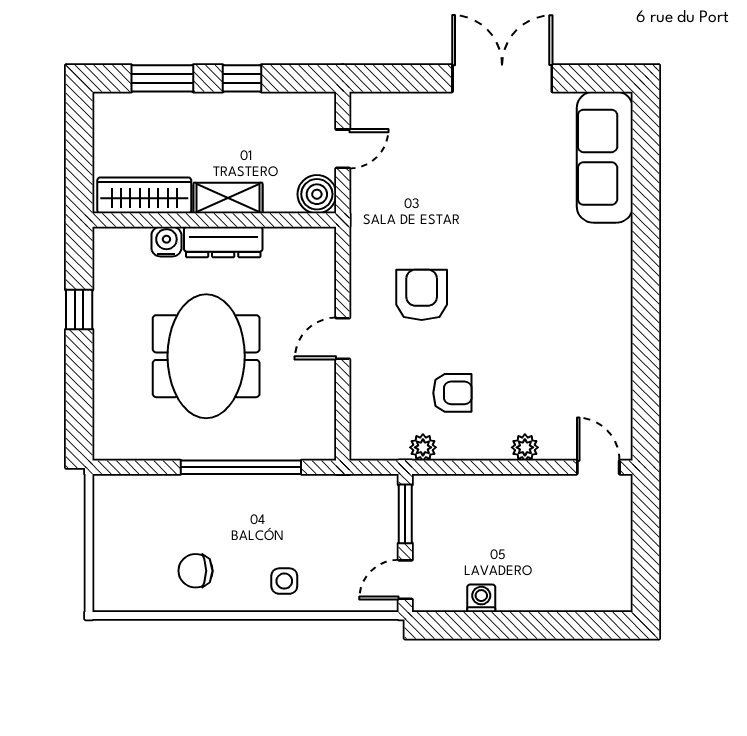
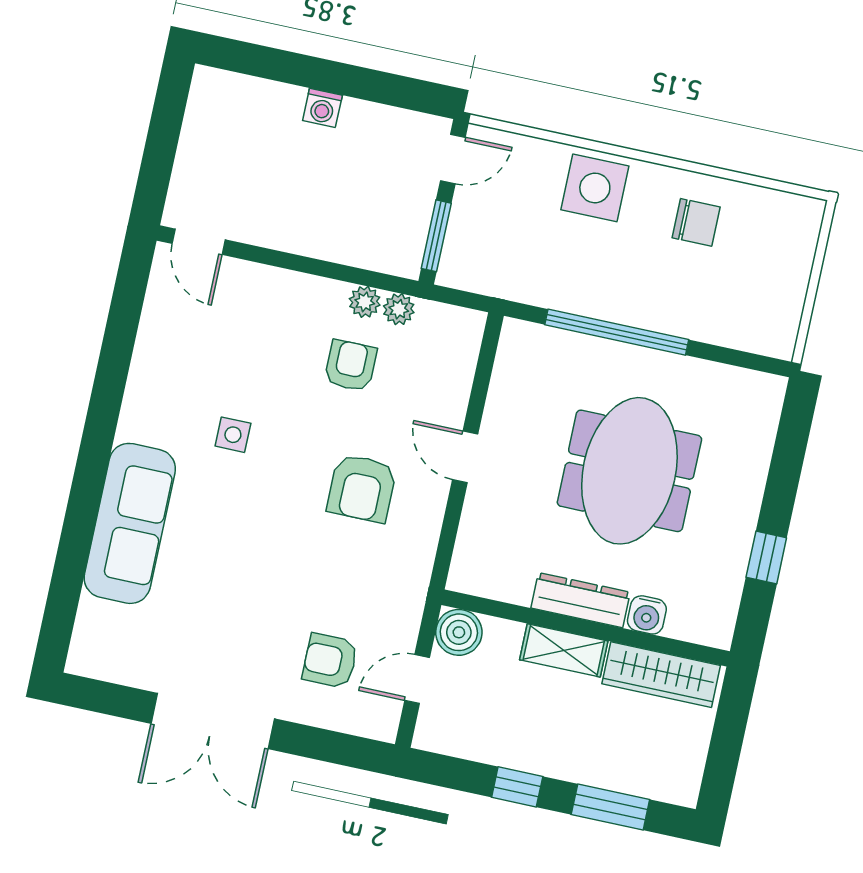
armchair: (417, 148) -> (330, 661), added
sofa: (605, 157) -> (130, 523), moved
side table: (536, 316) -> (233, 435), added
door: (343, 339) -> (465, 457), swing flipped
armchair: (452, 393) -> (350, 366), turned 90
plant: (525, 447) -> (365, 302), moved
side table: (284, 581) -> (595, 188), width x1.87, depth x1.87
washing machine: (481, 598) -> (322, 108), moved

